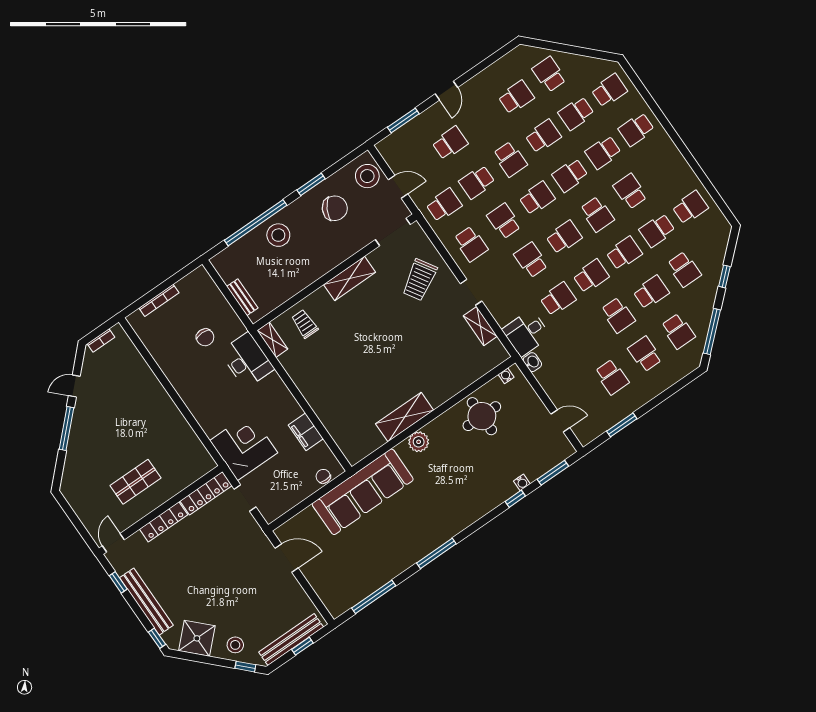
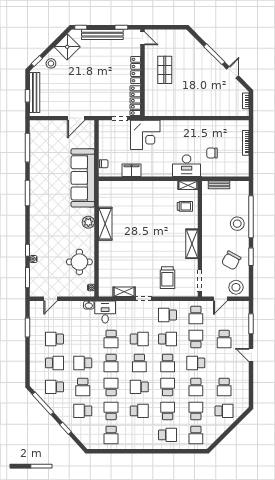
school desk: (636, 129) -> (168, 435), turned 90
school desk: (624, 253) -> (111, 387), turned 180
trolley: (420, 280) -> (167, 278), turned -148

